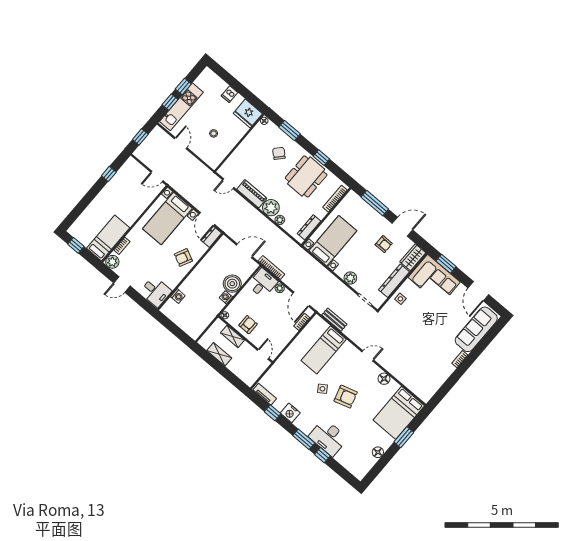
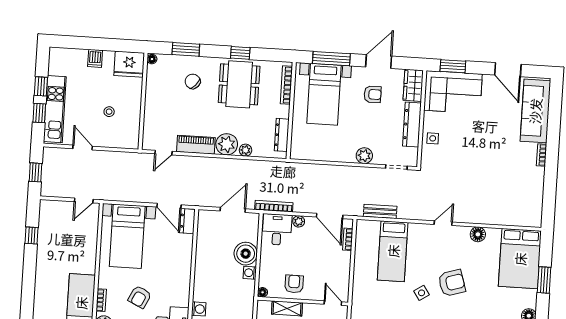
bed with nightstands: (333, 241) -> (324, 94), moved, turned 180
armchair: (183, 258) -> (140, 297), moved

